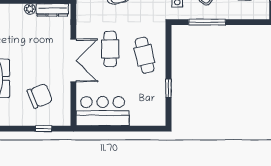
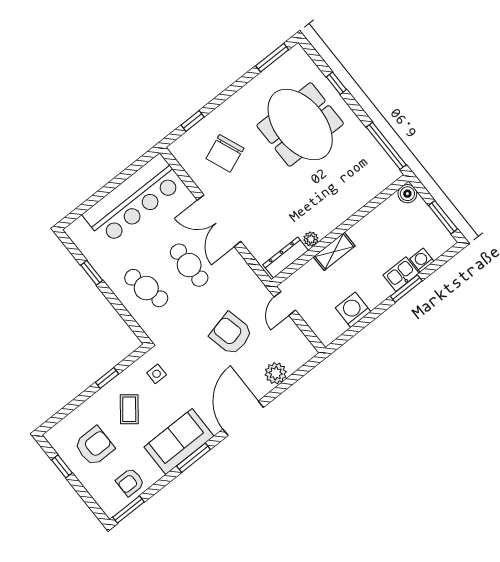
window: (207, 22) -> (107, 378), width x0.46
bar counter: (103, 111) -> (133, 199), width x1.36

